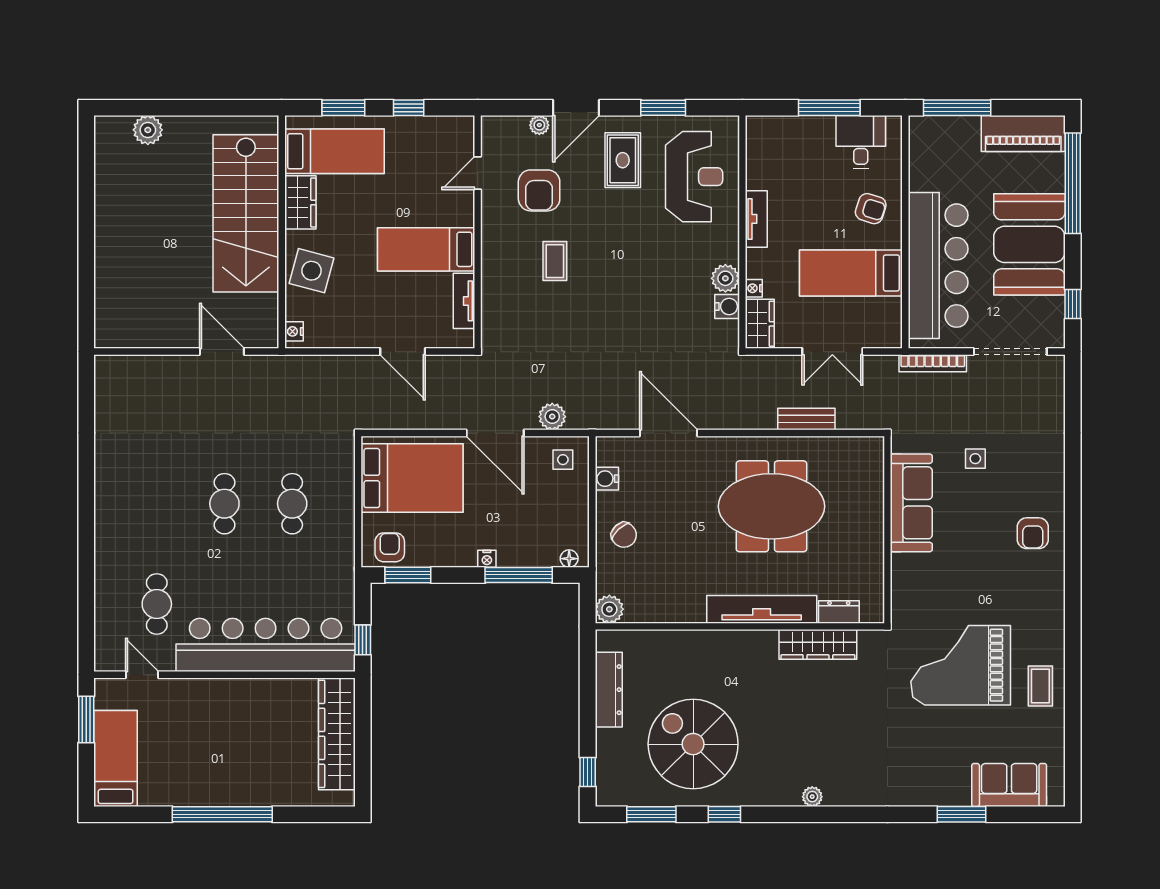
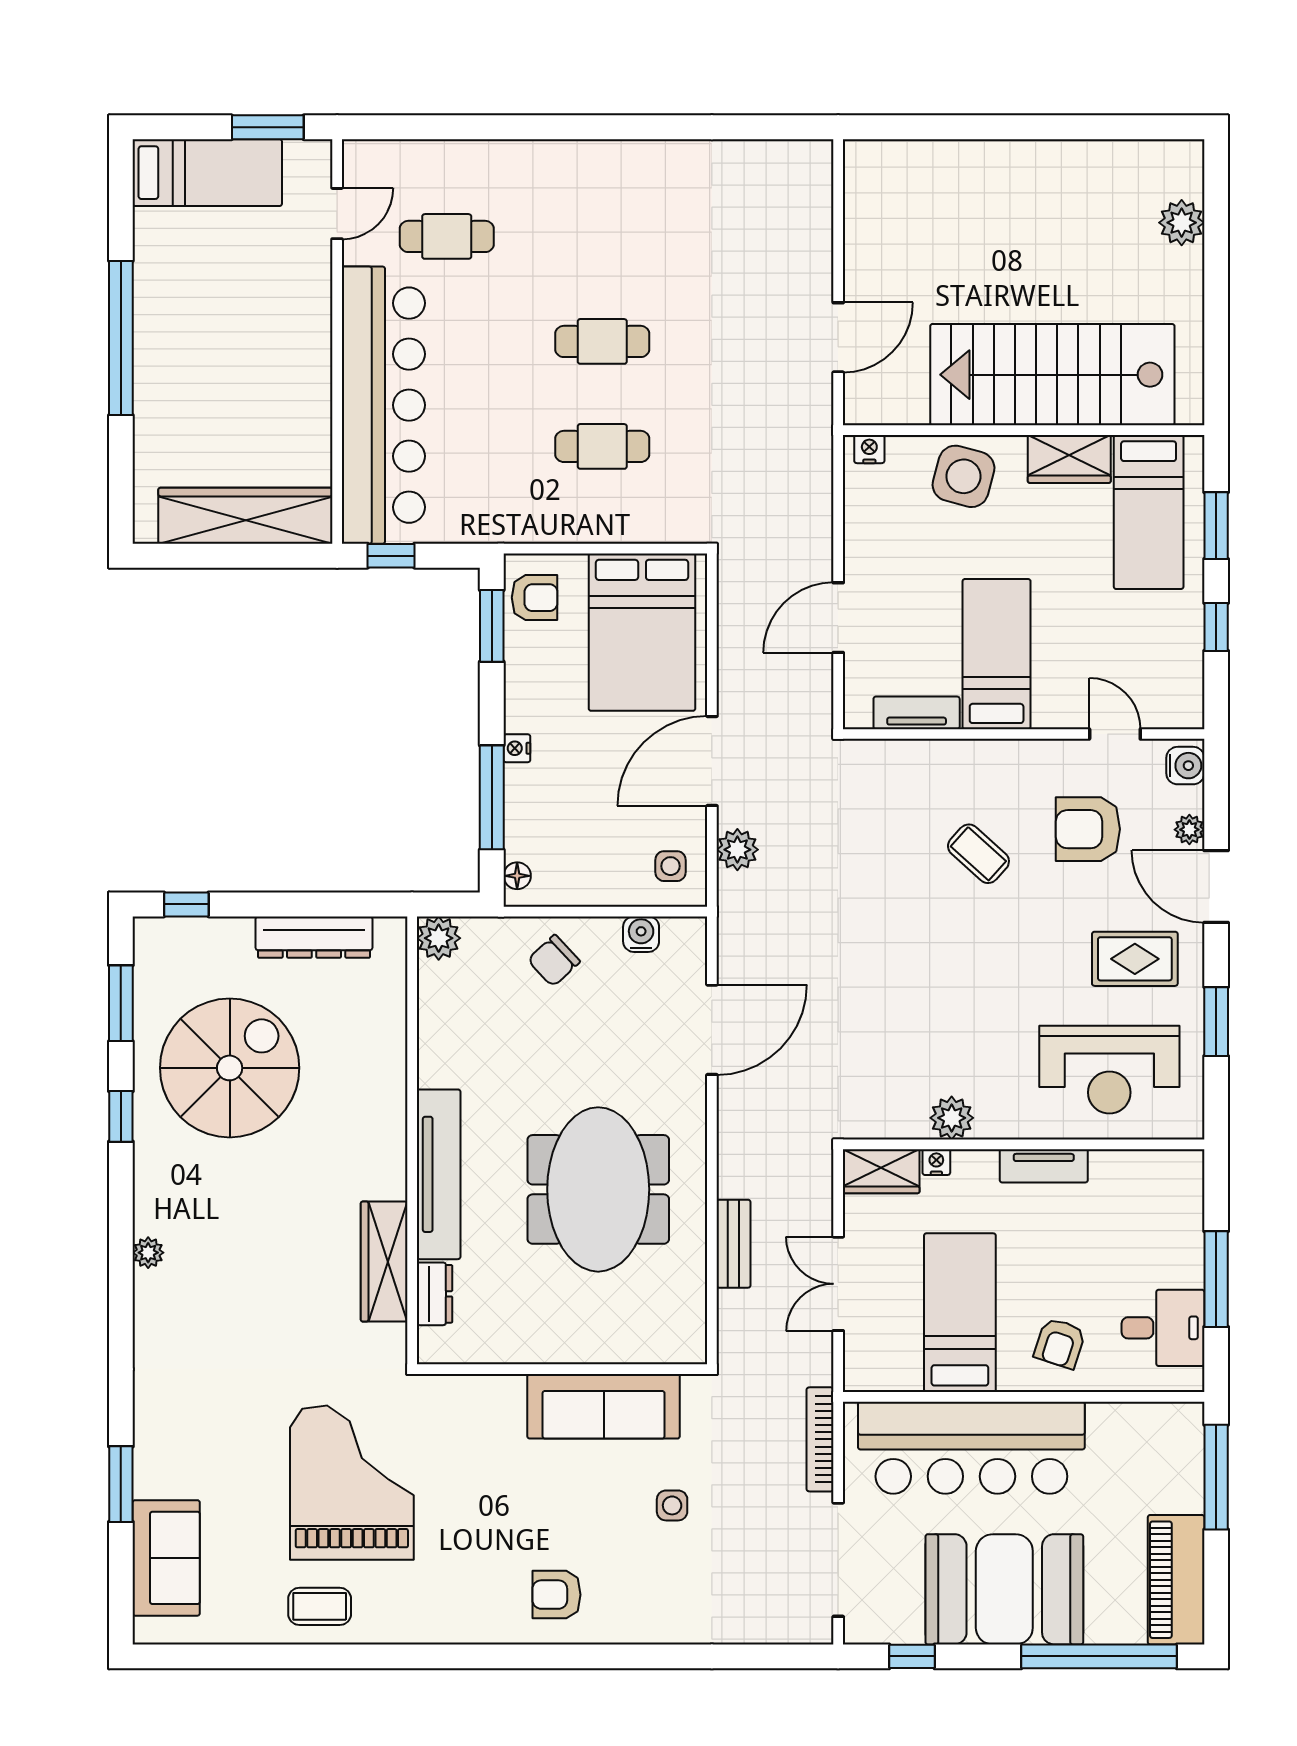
coffee table: (555, 261) -> (978, 854), turned 42
water cooler: (727, 306) -> (1185, 766), moved, turned -90

